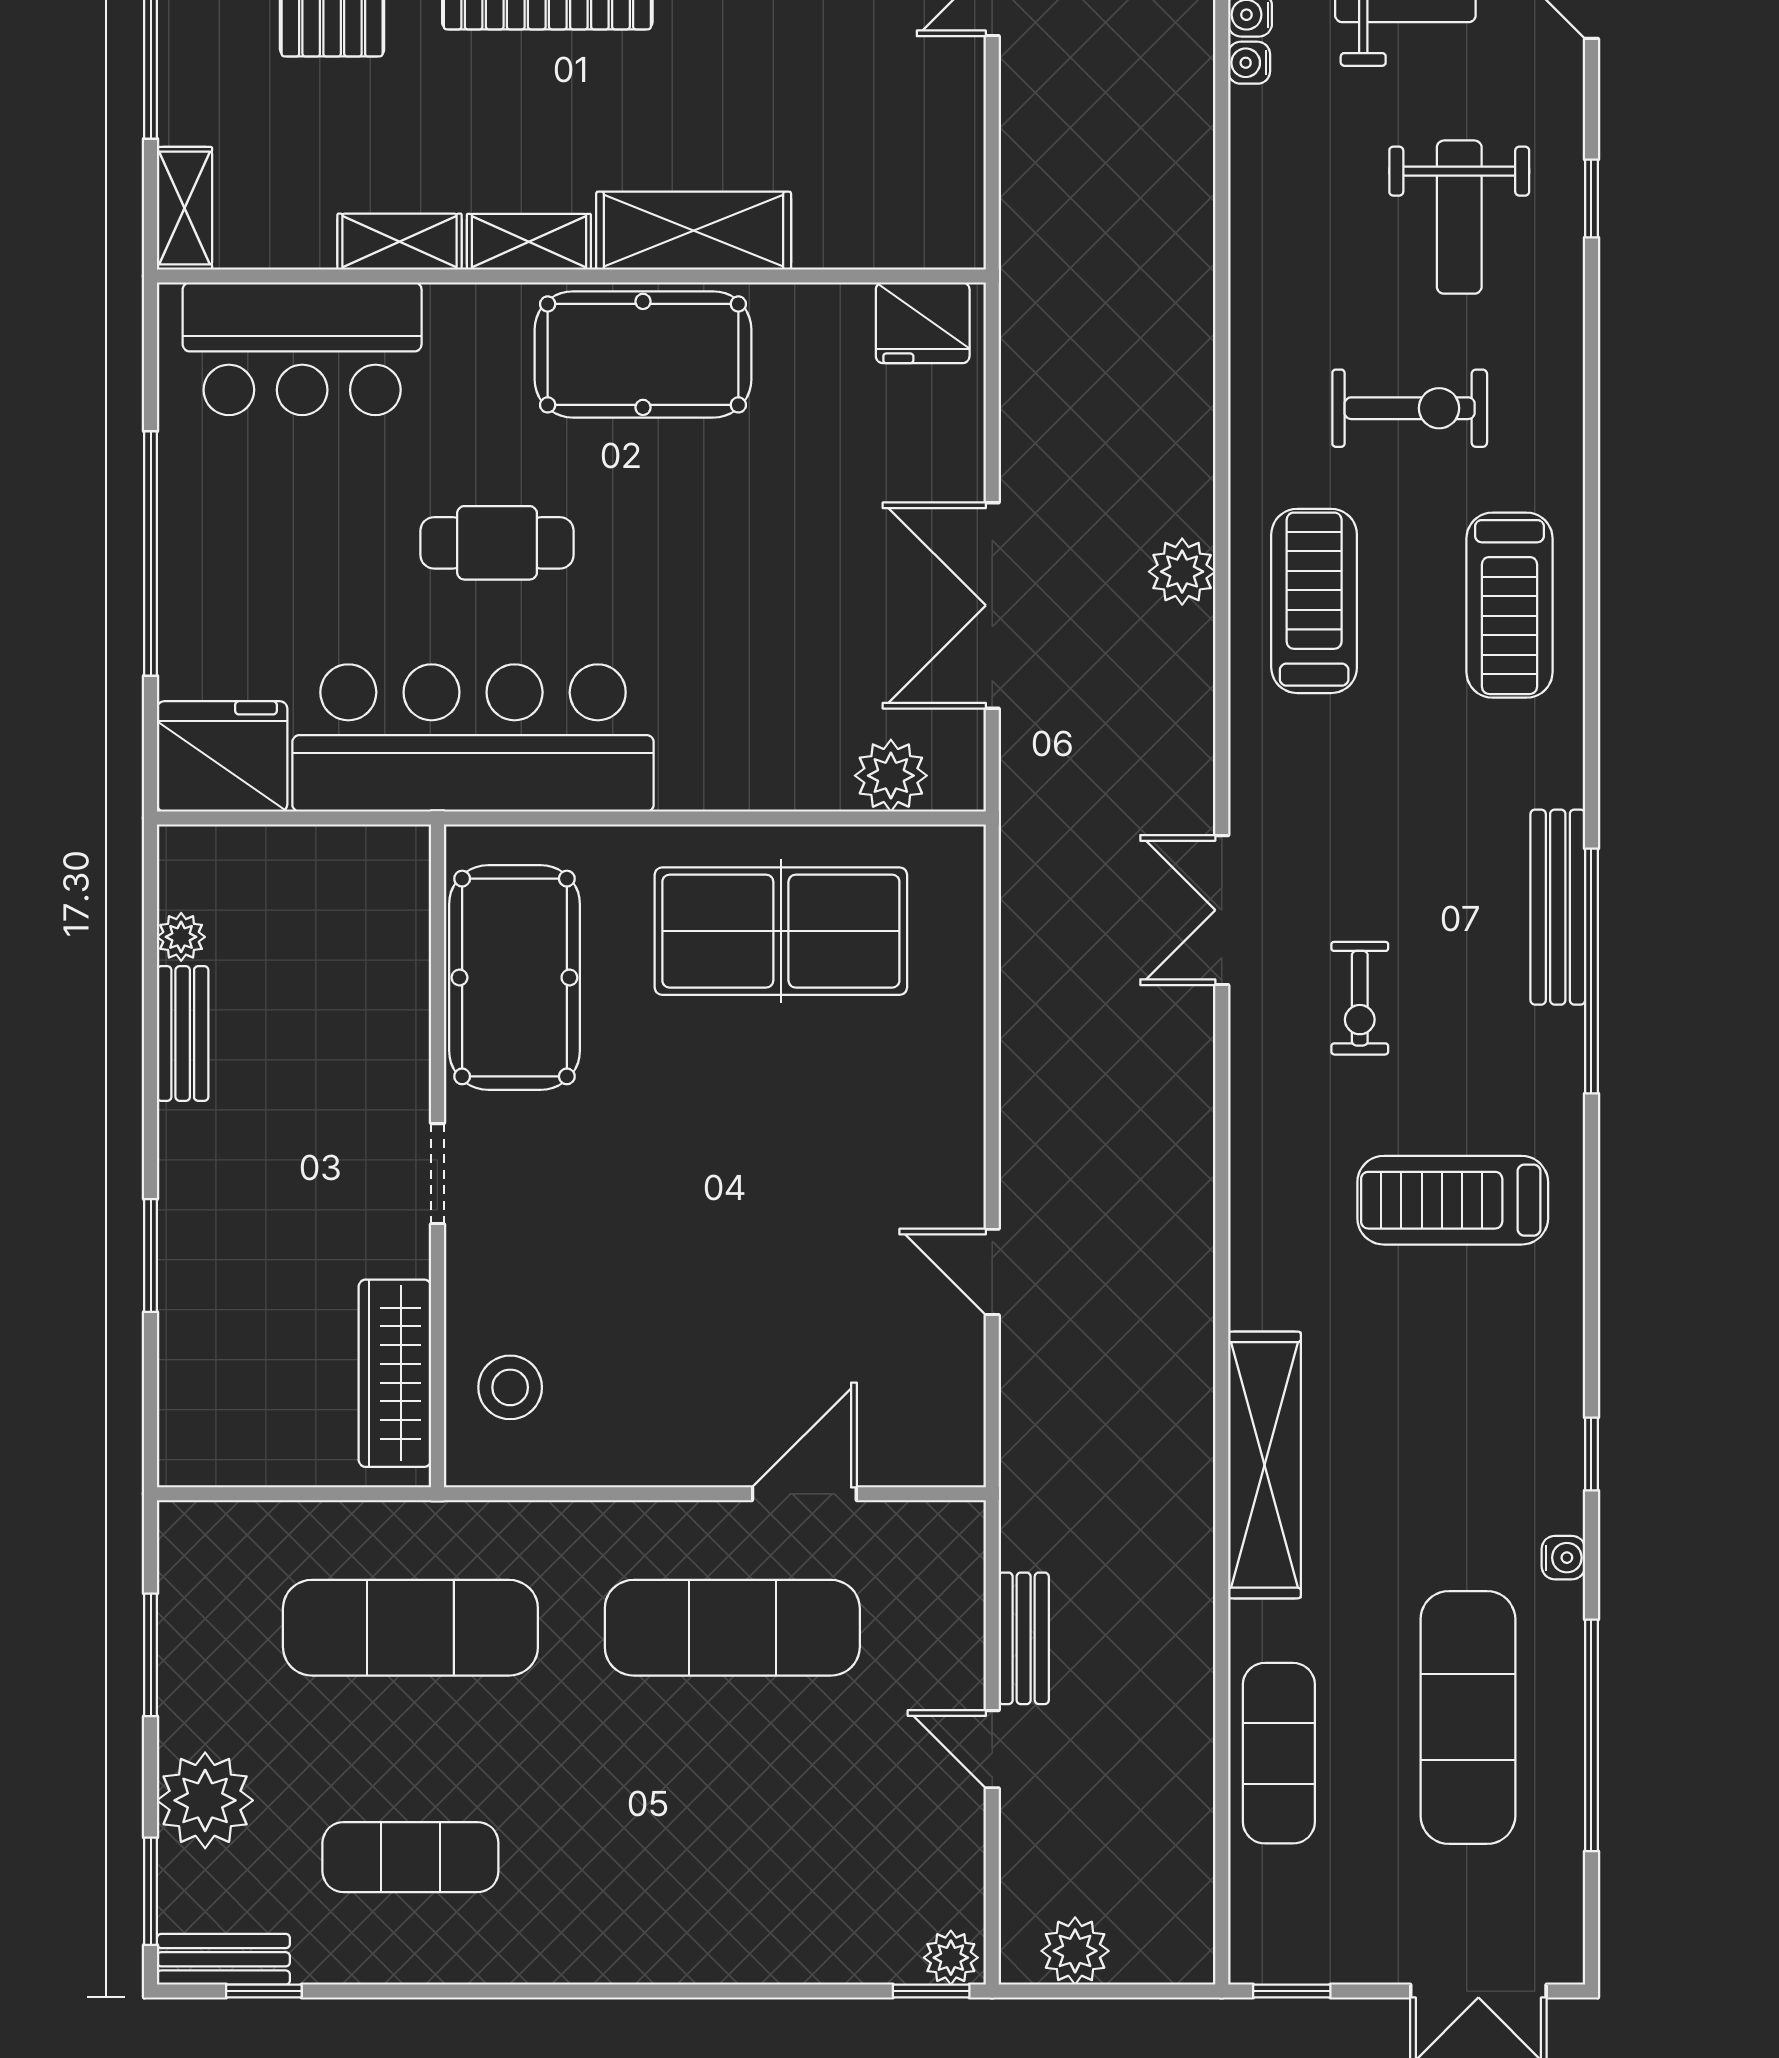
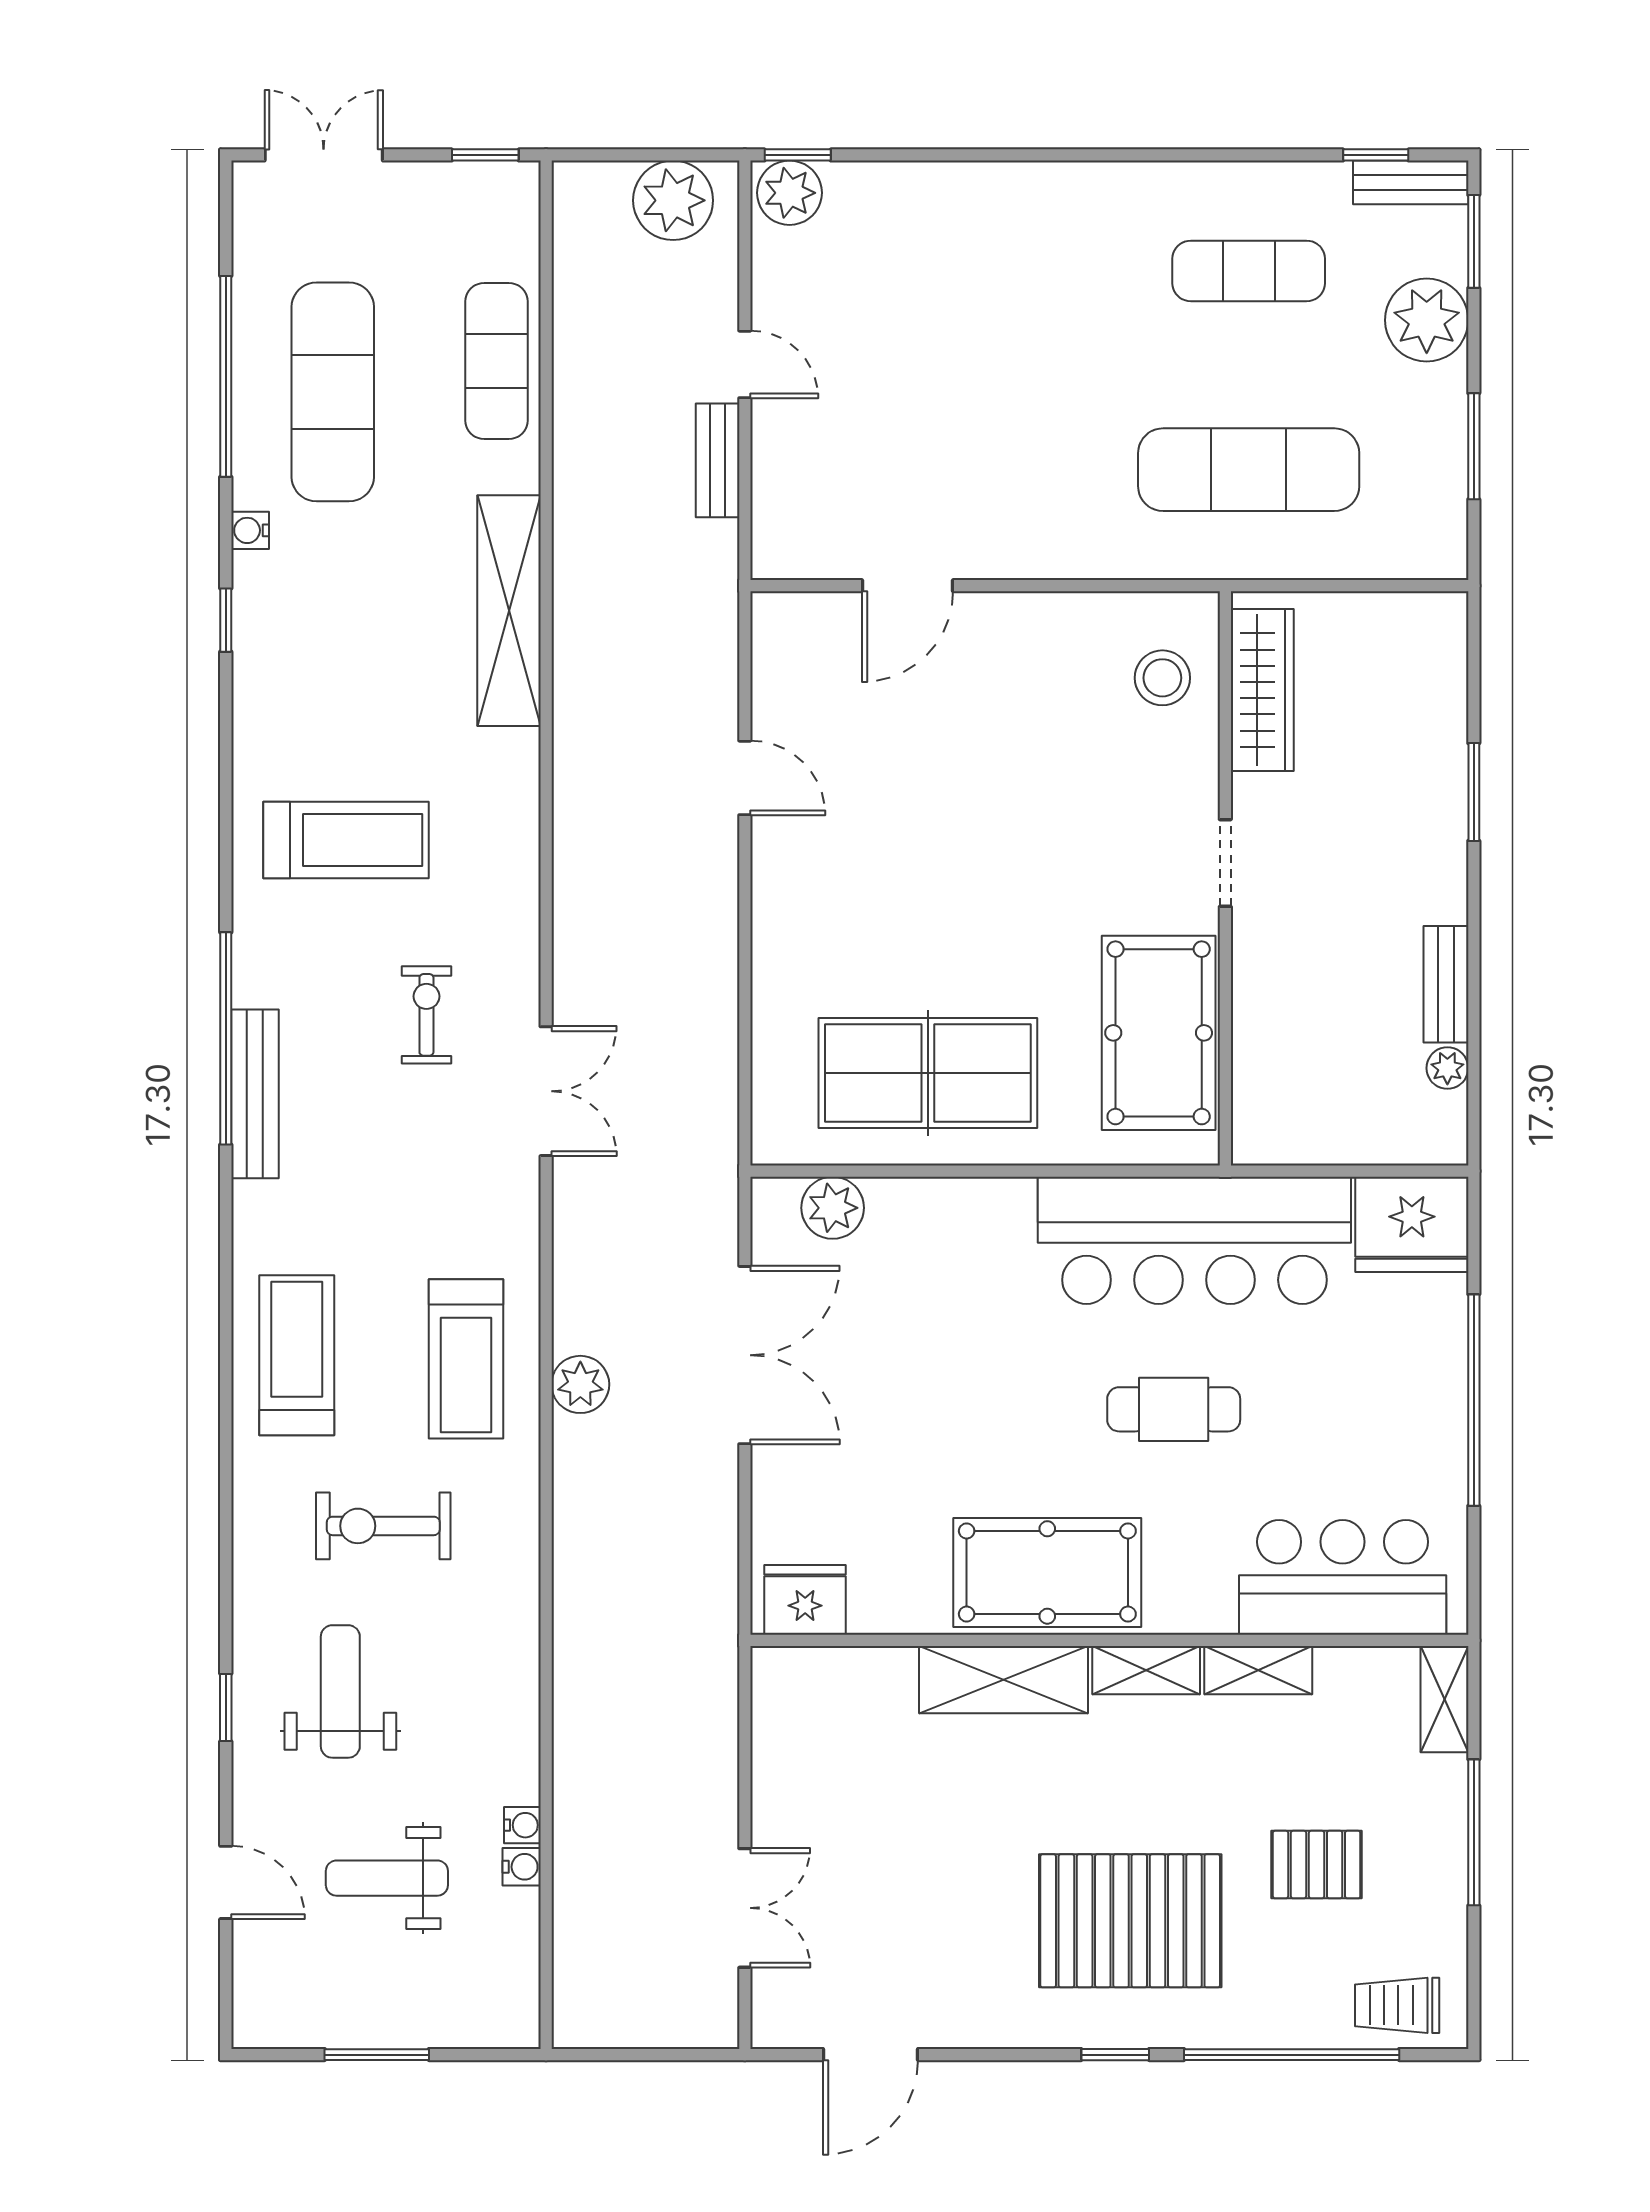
exercise mat: (732, 1628) -> (970, 470), removed
plant: (1075, 1951) -> (673, 200), width x1.36, depth x1.36
plant: (951, 1958) -> (789, 193), width x1.38, depth x1.38

